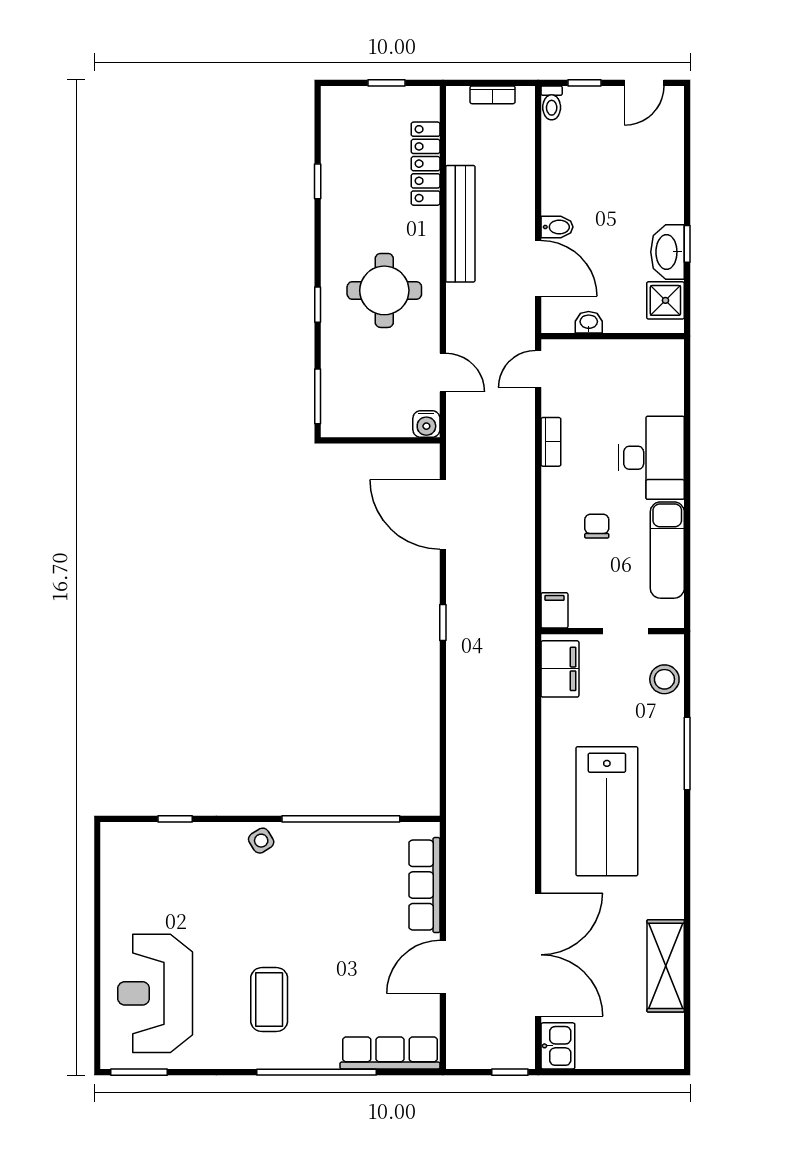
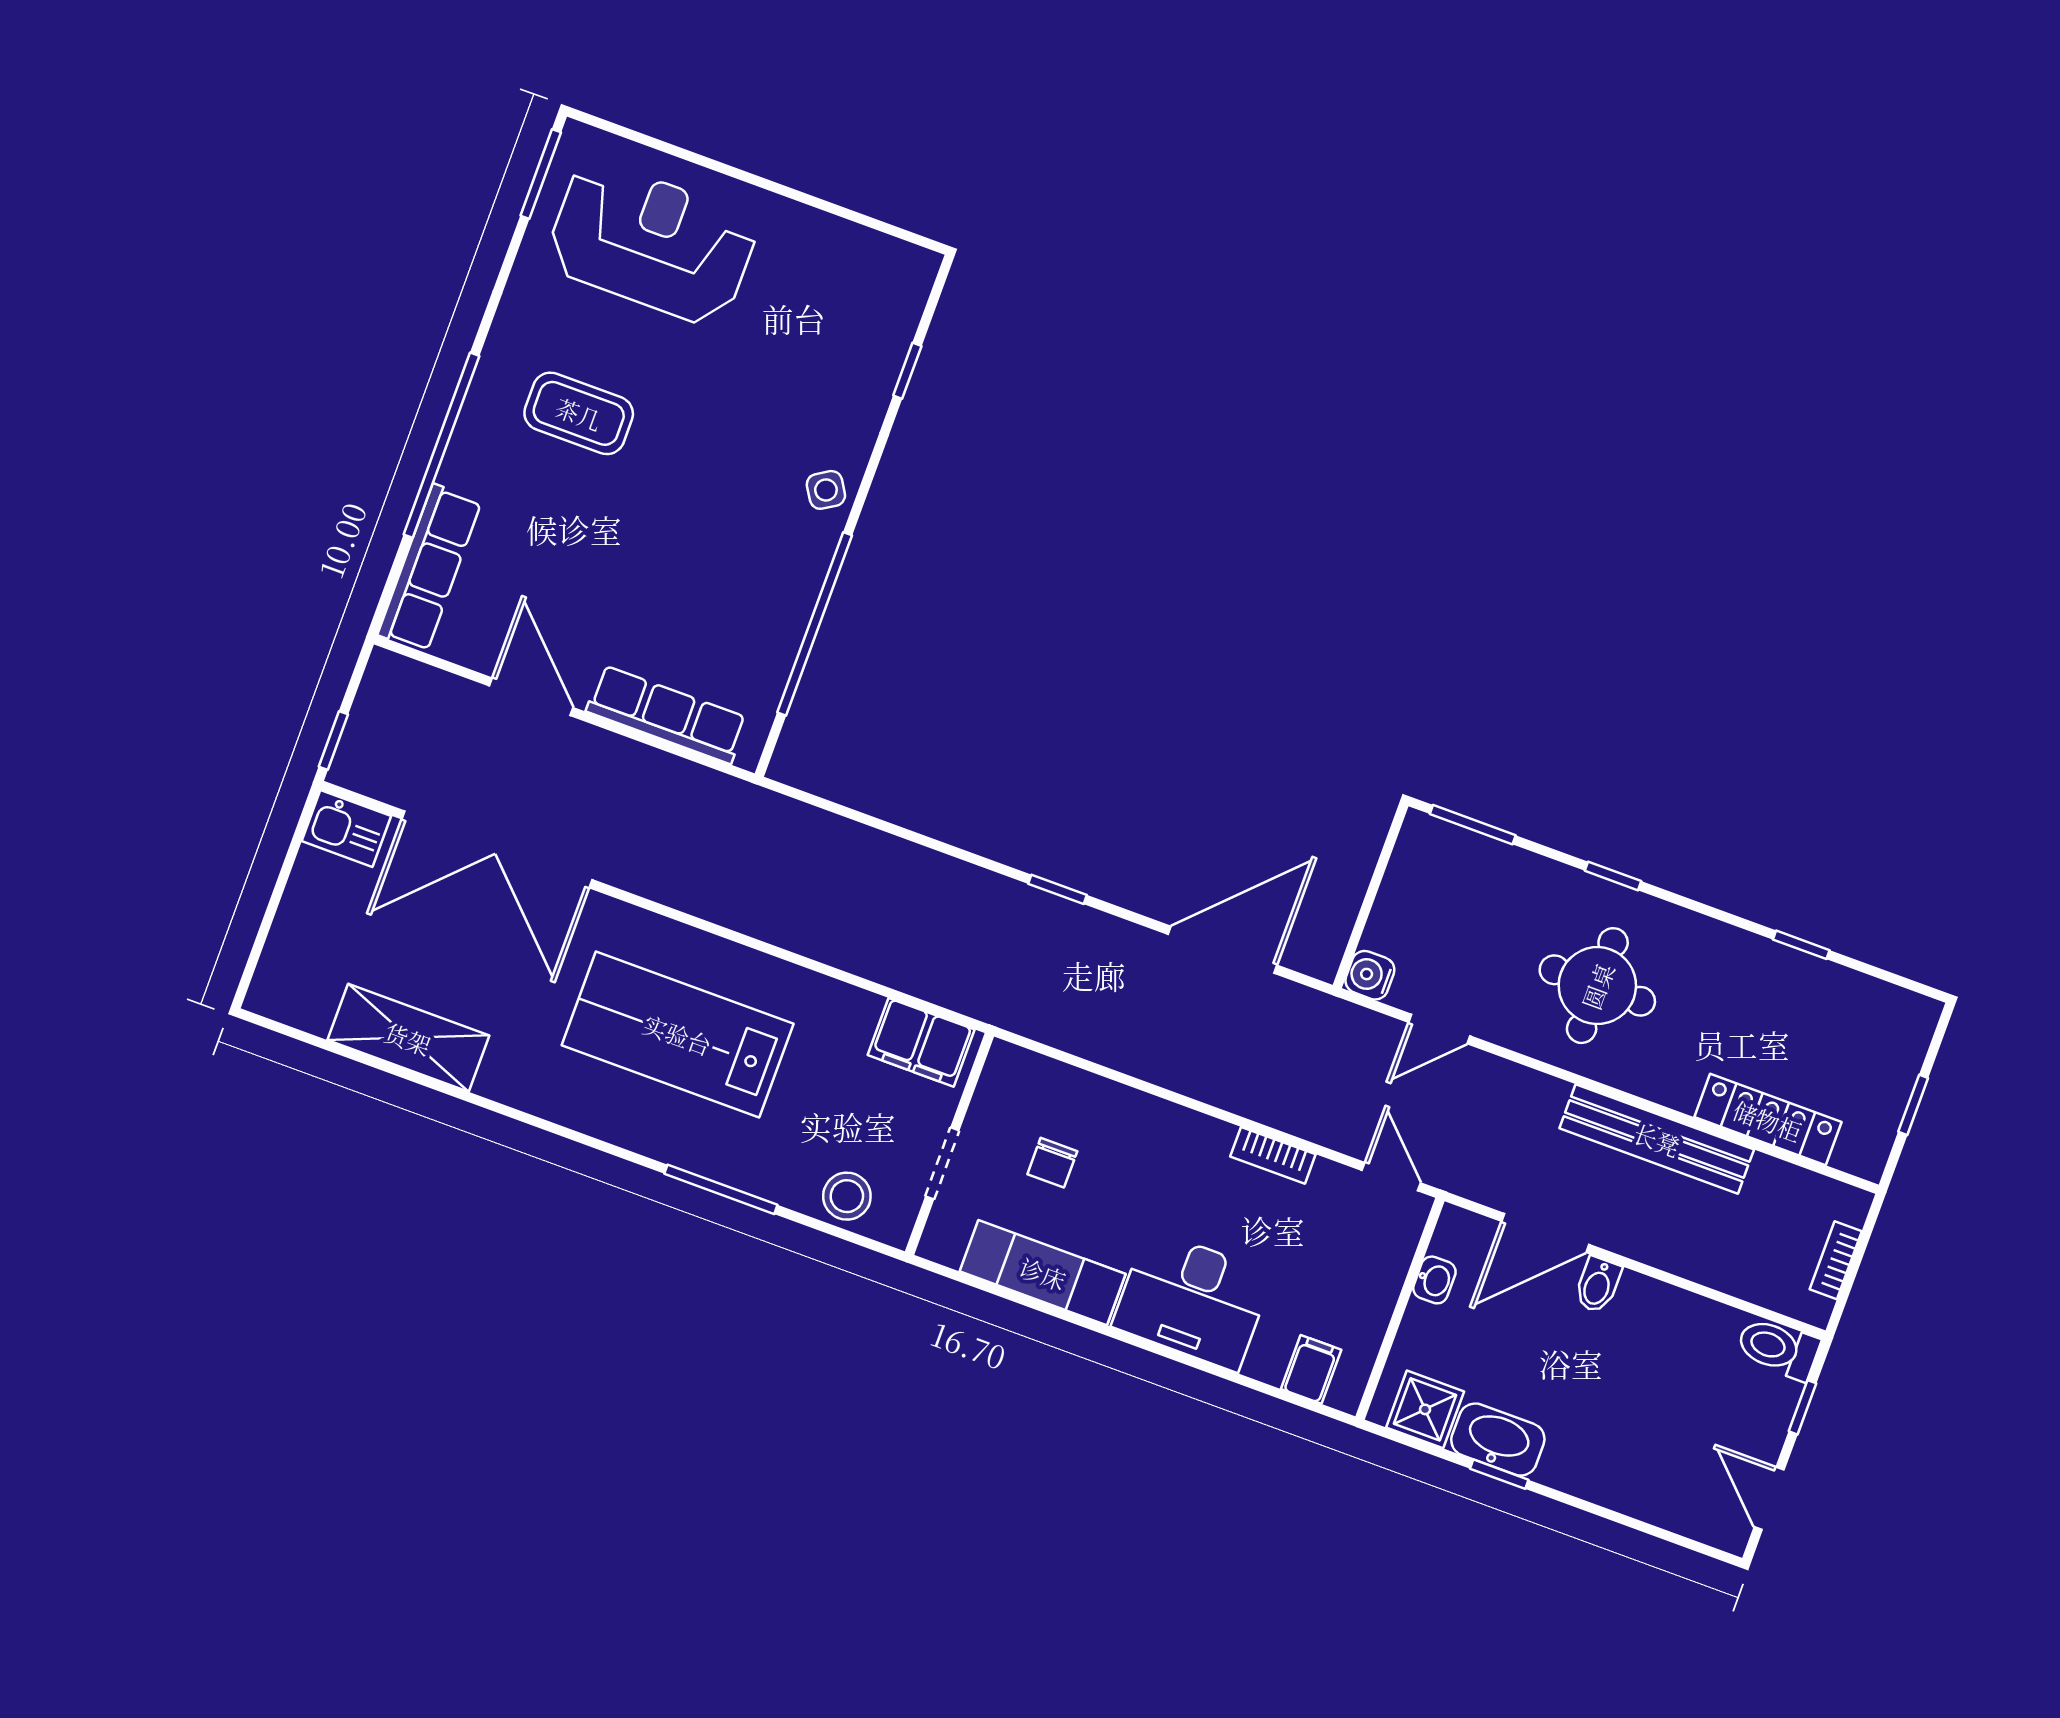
toilet: (552, 103) -> (1778, 1348), width x1.37, depth x1.39
chair: (597, 526) -> (1052, 1163), moved, turned 90
filing cabinet: (554, 610) -> (1311, 1369), moved, turned -90

